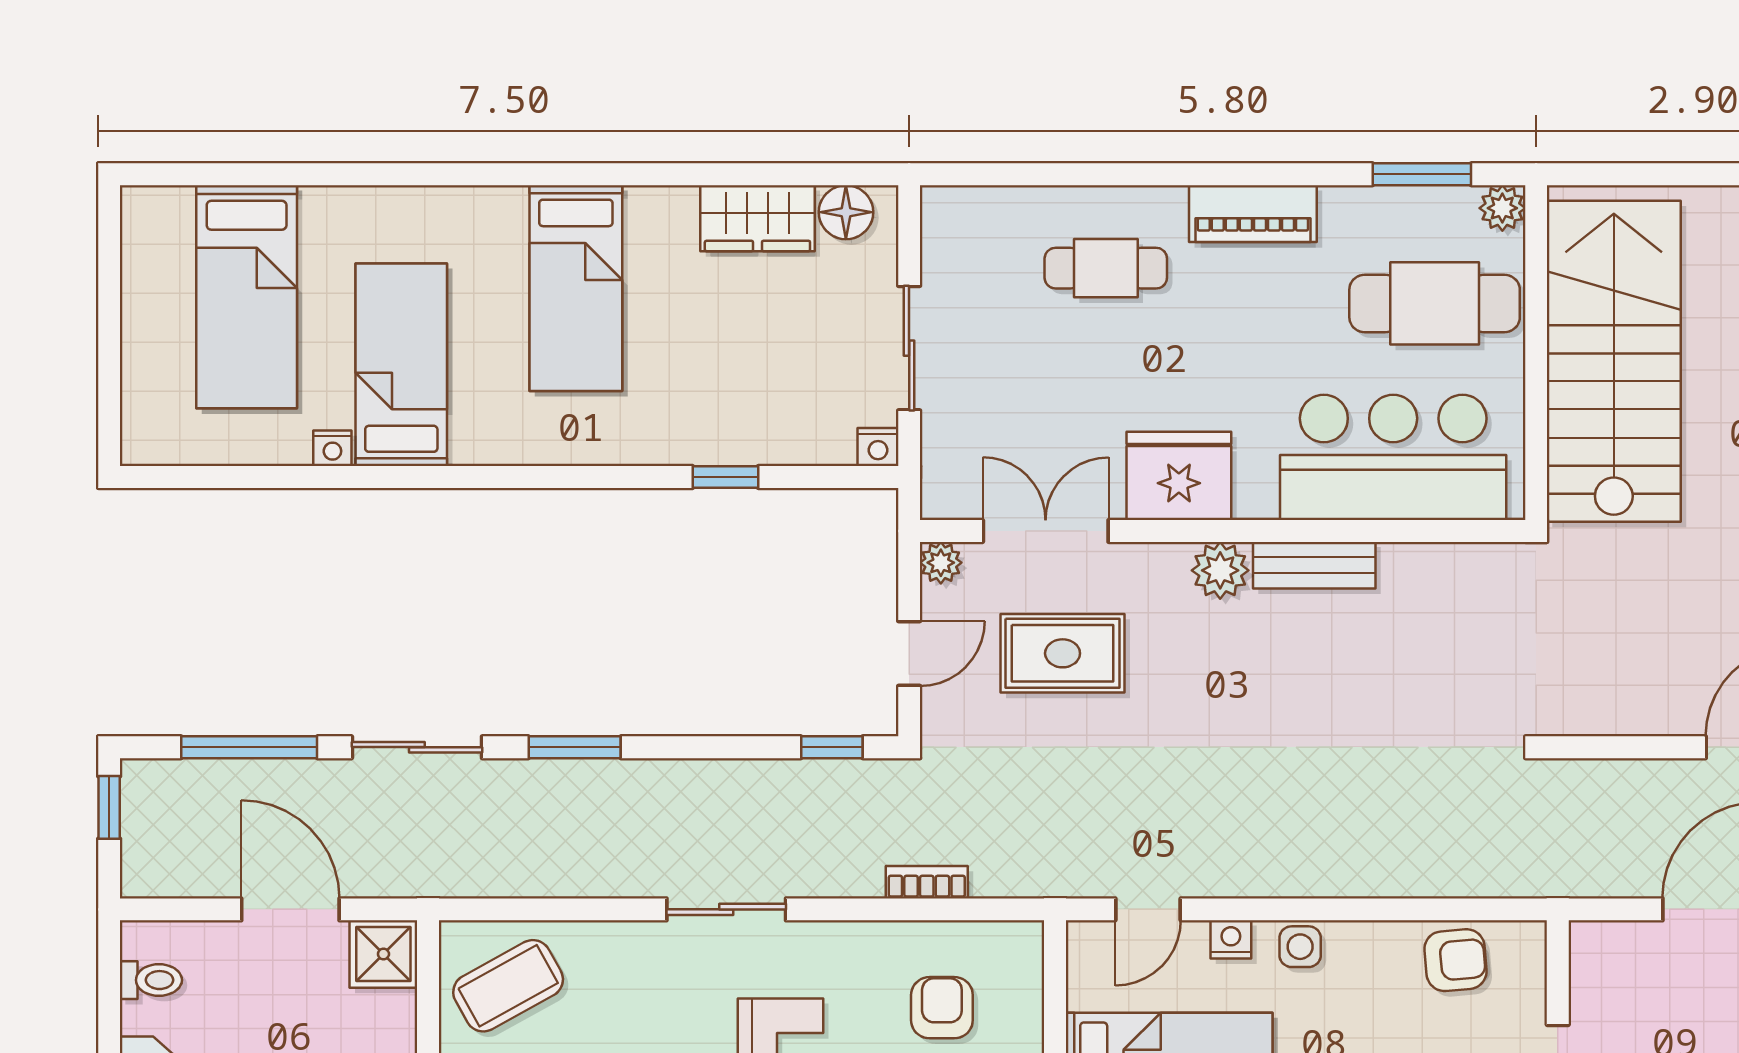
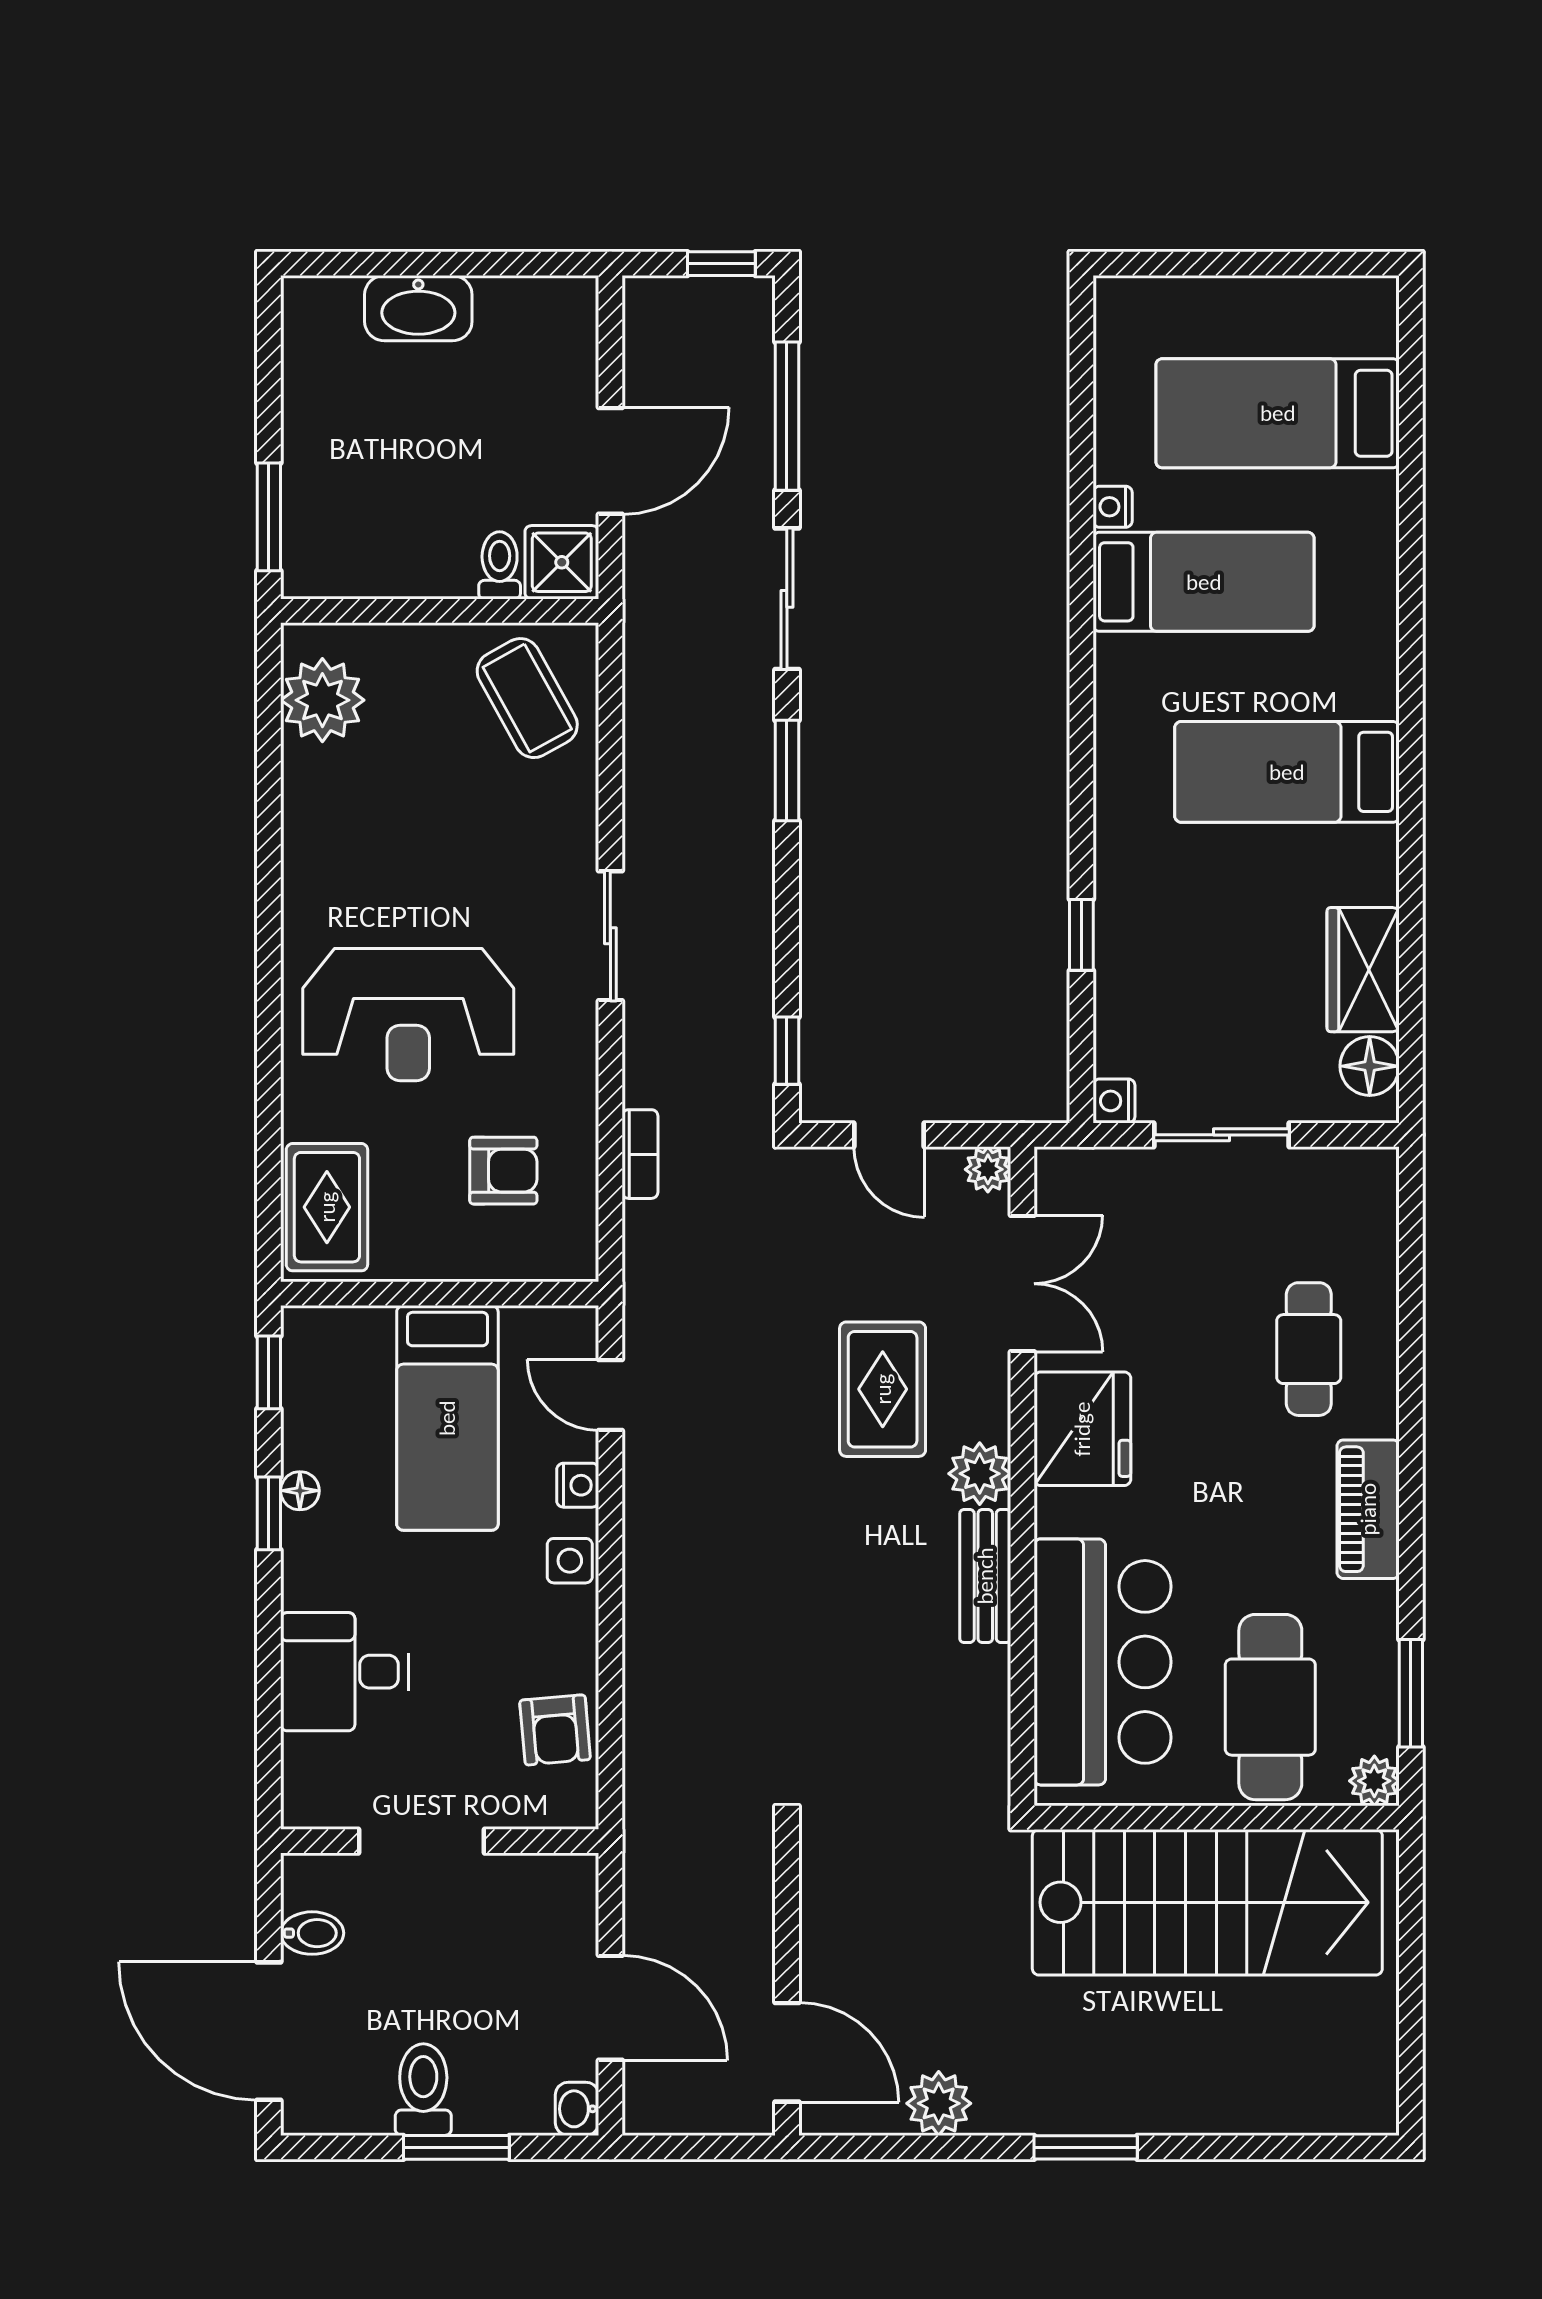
rug: (1063, 653) -> (883, 1389), moved
toilet: (151, 980) -> (500, 565), moved, turned 180

